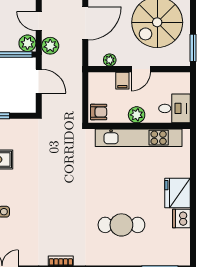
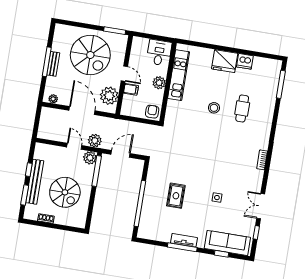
door: (39, 21) -> (74, 146), swing flipped
plant: (110, 60) -> (109, 96), width x1.88, depth x1.88
kitchen unit: (139, 138) -> (179, 75), width x0.73
stool: (116, 189) -> (214, 108), added
cafe table: (121, 225) -> (242, 108), width x0.73, depth x0.74

